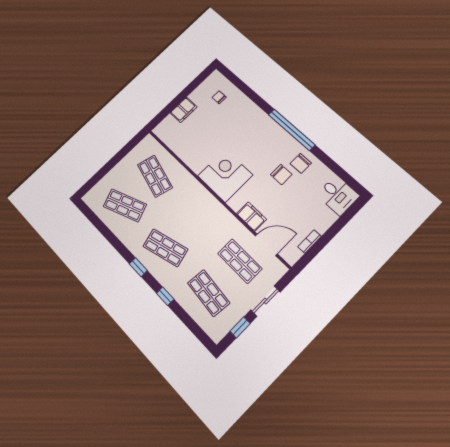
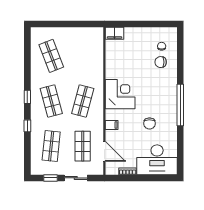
filing cabinet: (184, 110) -> (115, 33), moved
chair: (301, 163) -> (161, 62), moved
shop shelf: (155, 176) -> (83, 101), moved
desk: (338, 195) -> (157, 160), width x1.87, depth x1.30
filing cabinet: (251, 217) -> (112, 125), width x0.50

